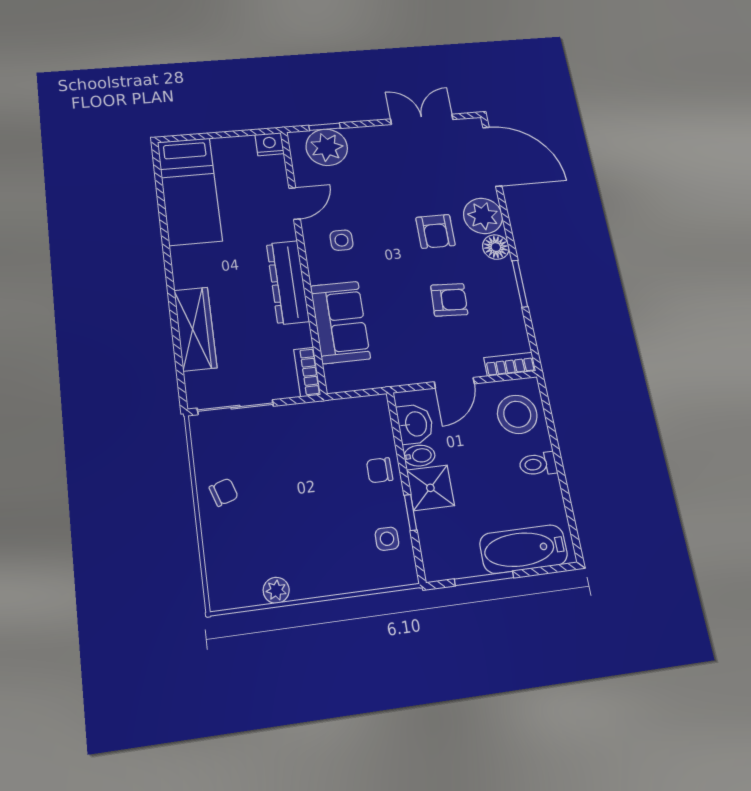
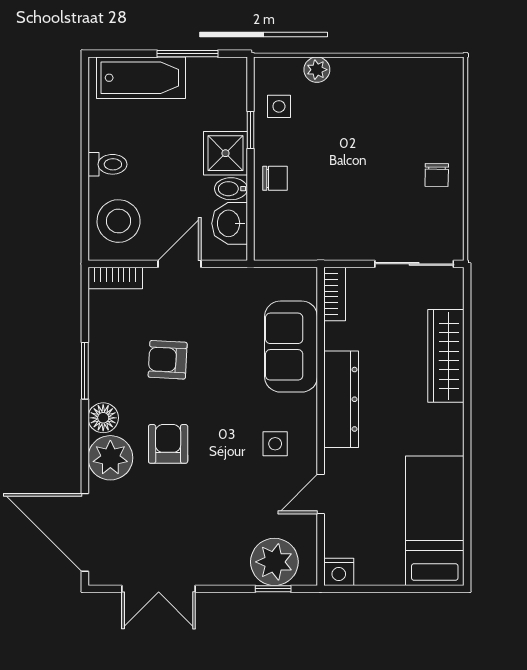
chair: (224, 492) -> (437, 175), turned -71
plant: (276, 590) -> (317, 70), moved

